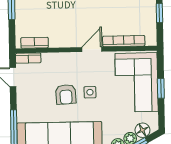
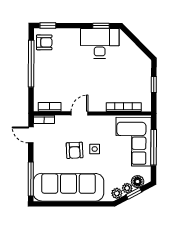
door: (92, 49) -> (80, 113), moved
window: (161, 88) -> (154, 147), width x2.17

